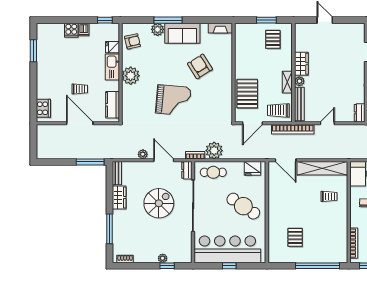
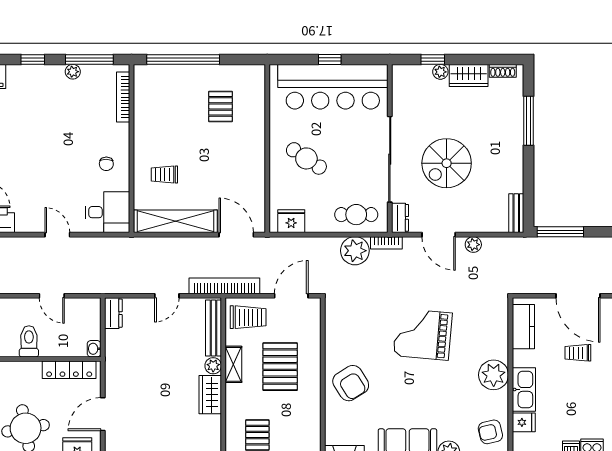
armchair: (200, 66) -> (351, 383), moved
pallet: (247, 94) -> (280, 367), moved
wardrobe: (119, 197) -> (469, 75), moved, turned -90
cafe table: (243, 206) -> (306, 158), width x0.73, depth x0.74

